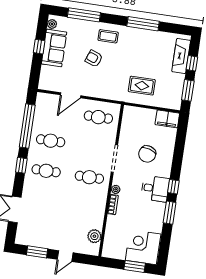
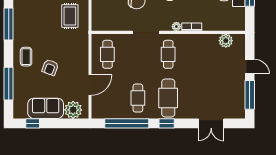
plant: (52, 24) -> (73, 110), moved, width x1.88, depth x1.88
window: (39, 47) -> (33, 123), moved
door: (71, 95) -> (90, 85), hinge flipped
cafe table: (46, 171) -> (168, 98), width x1.37, depth x1.35
window: (37, 252) -> (250, 95), width x1.44

